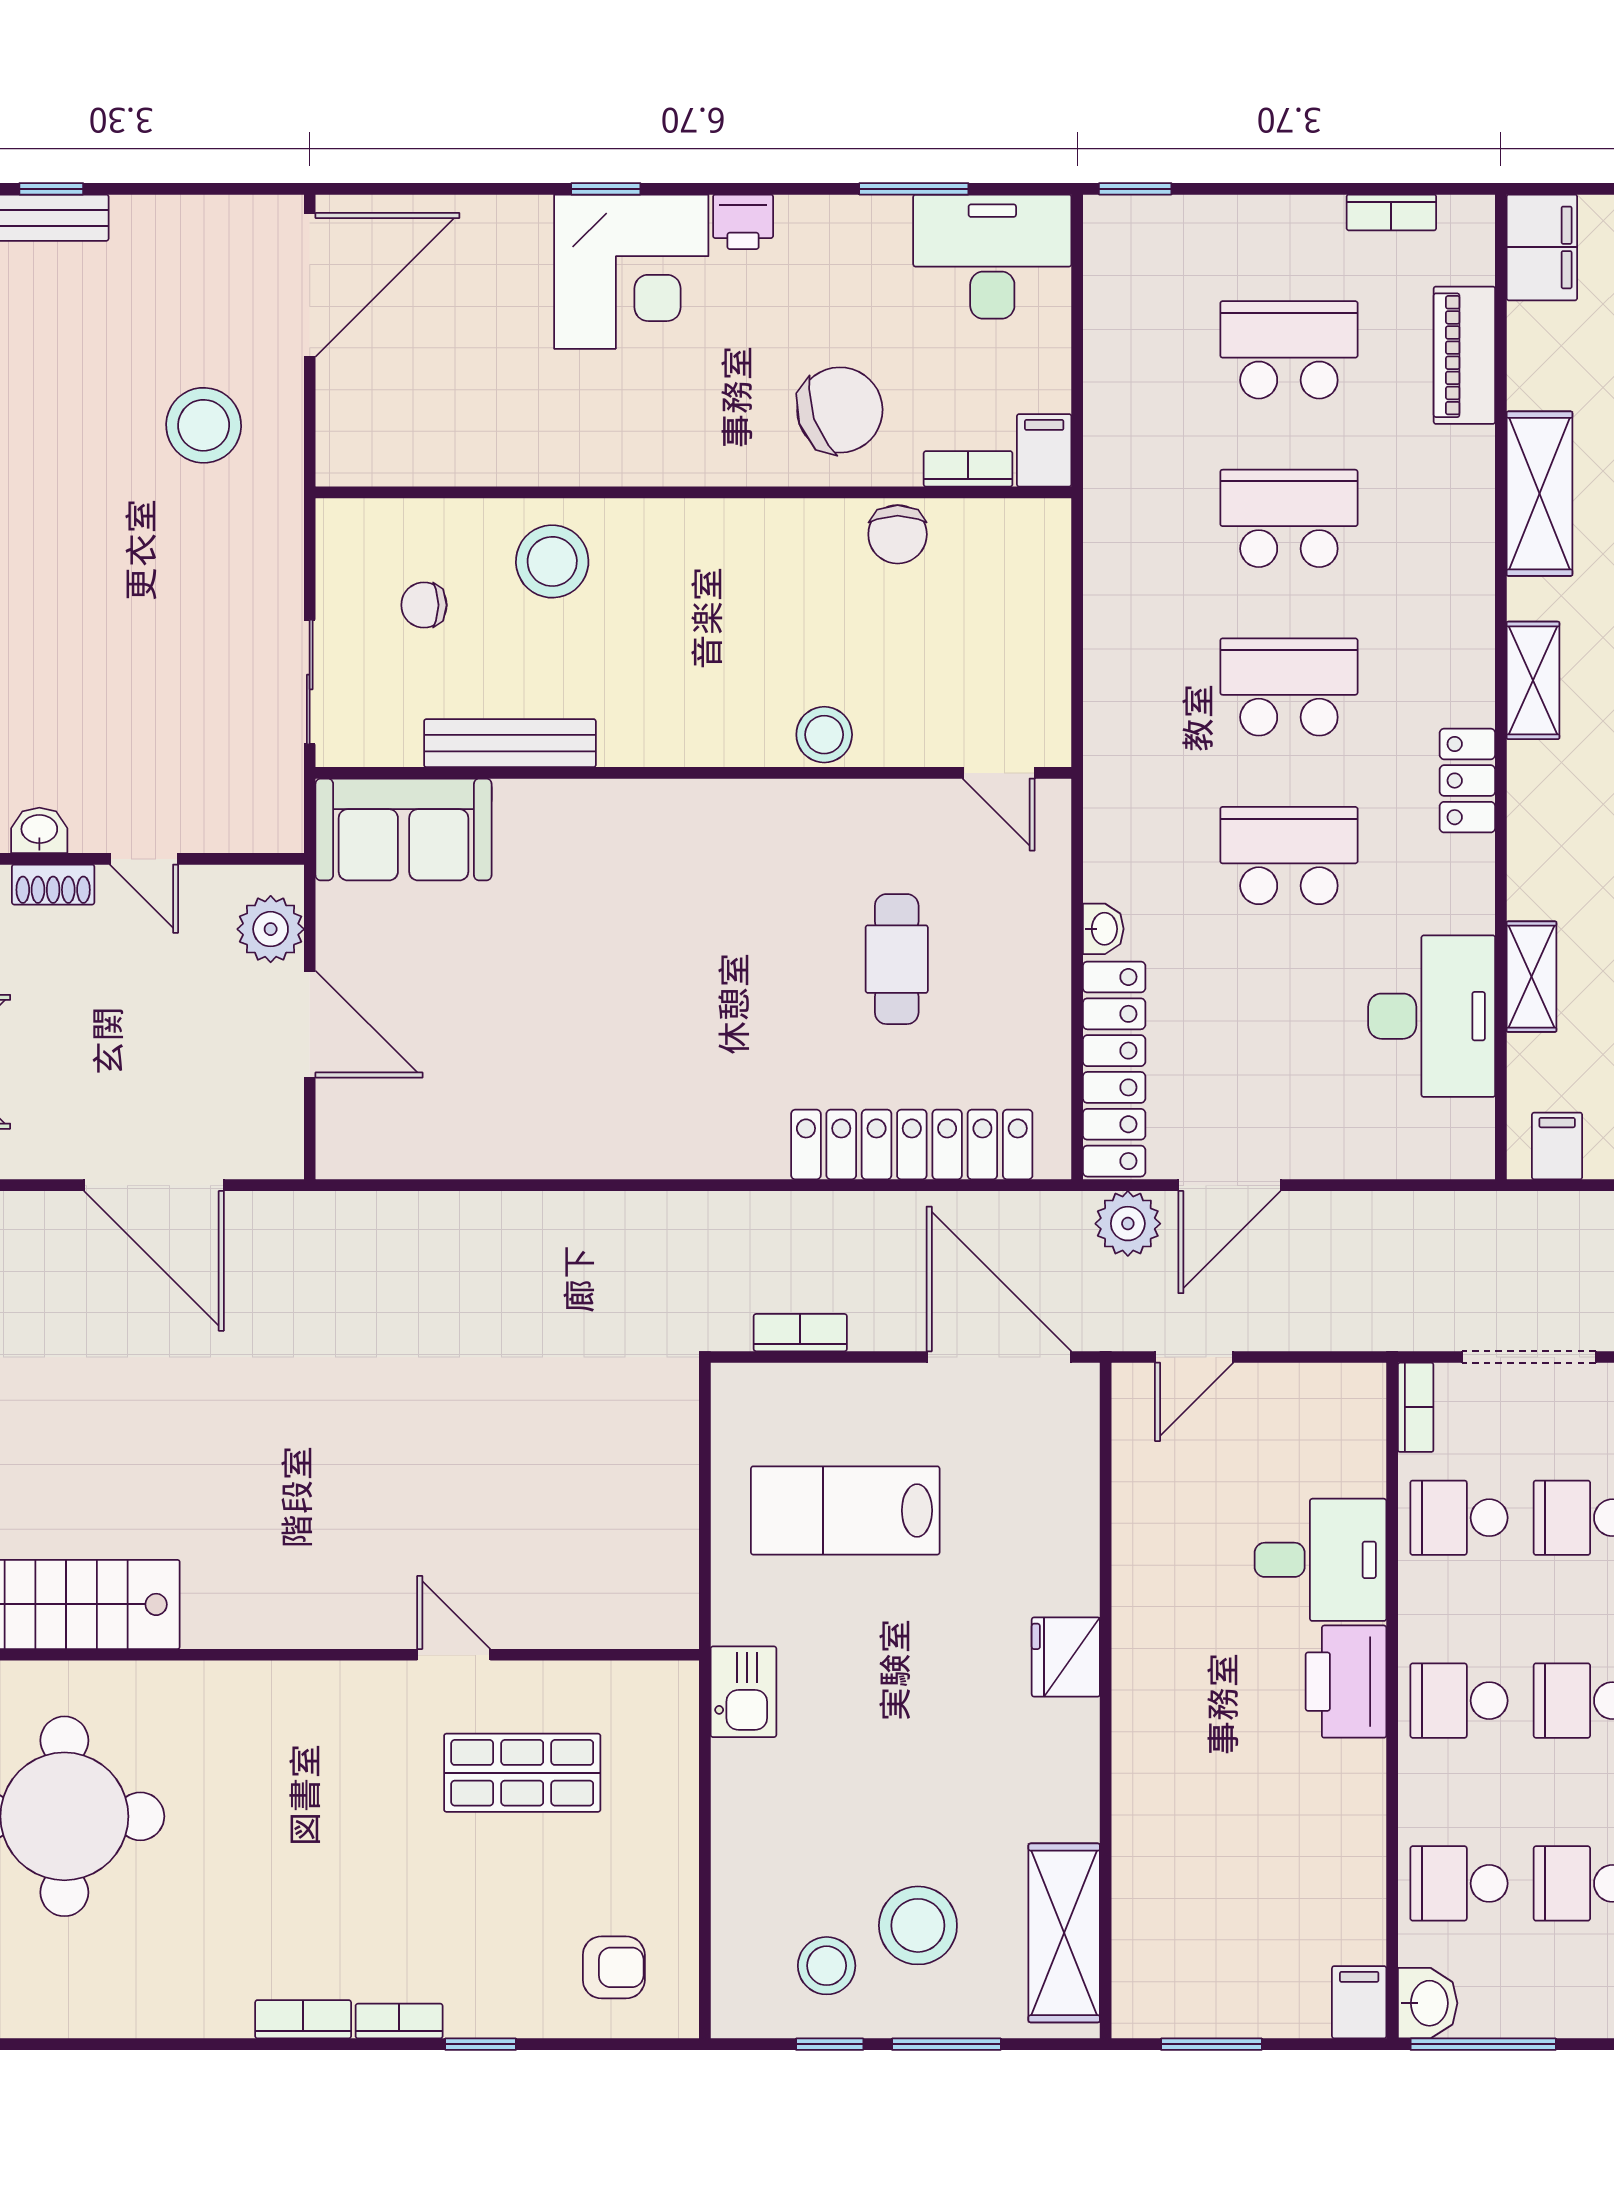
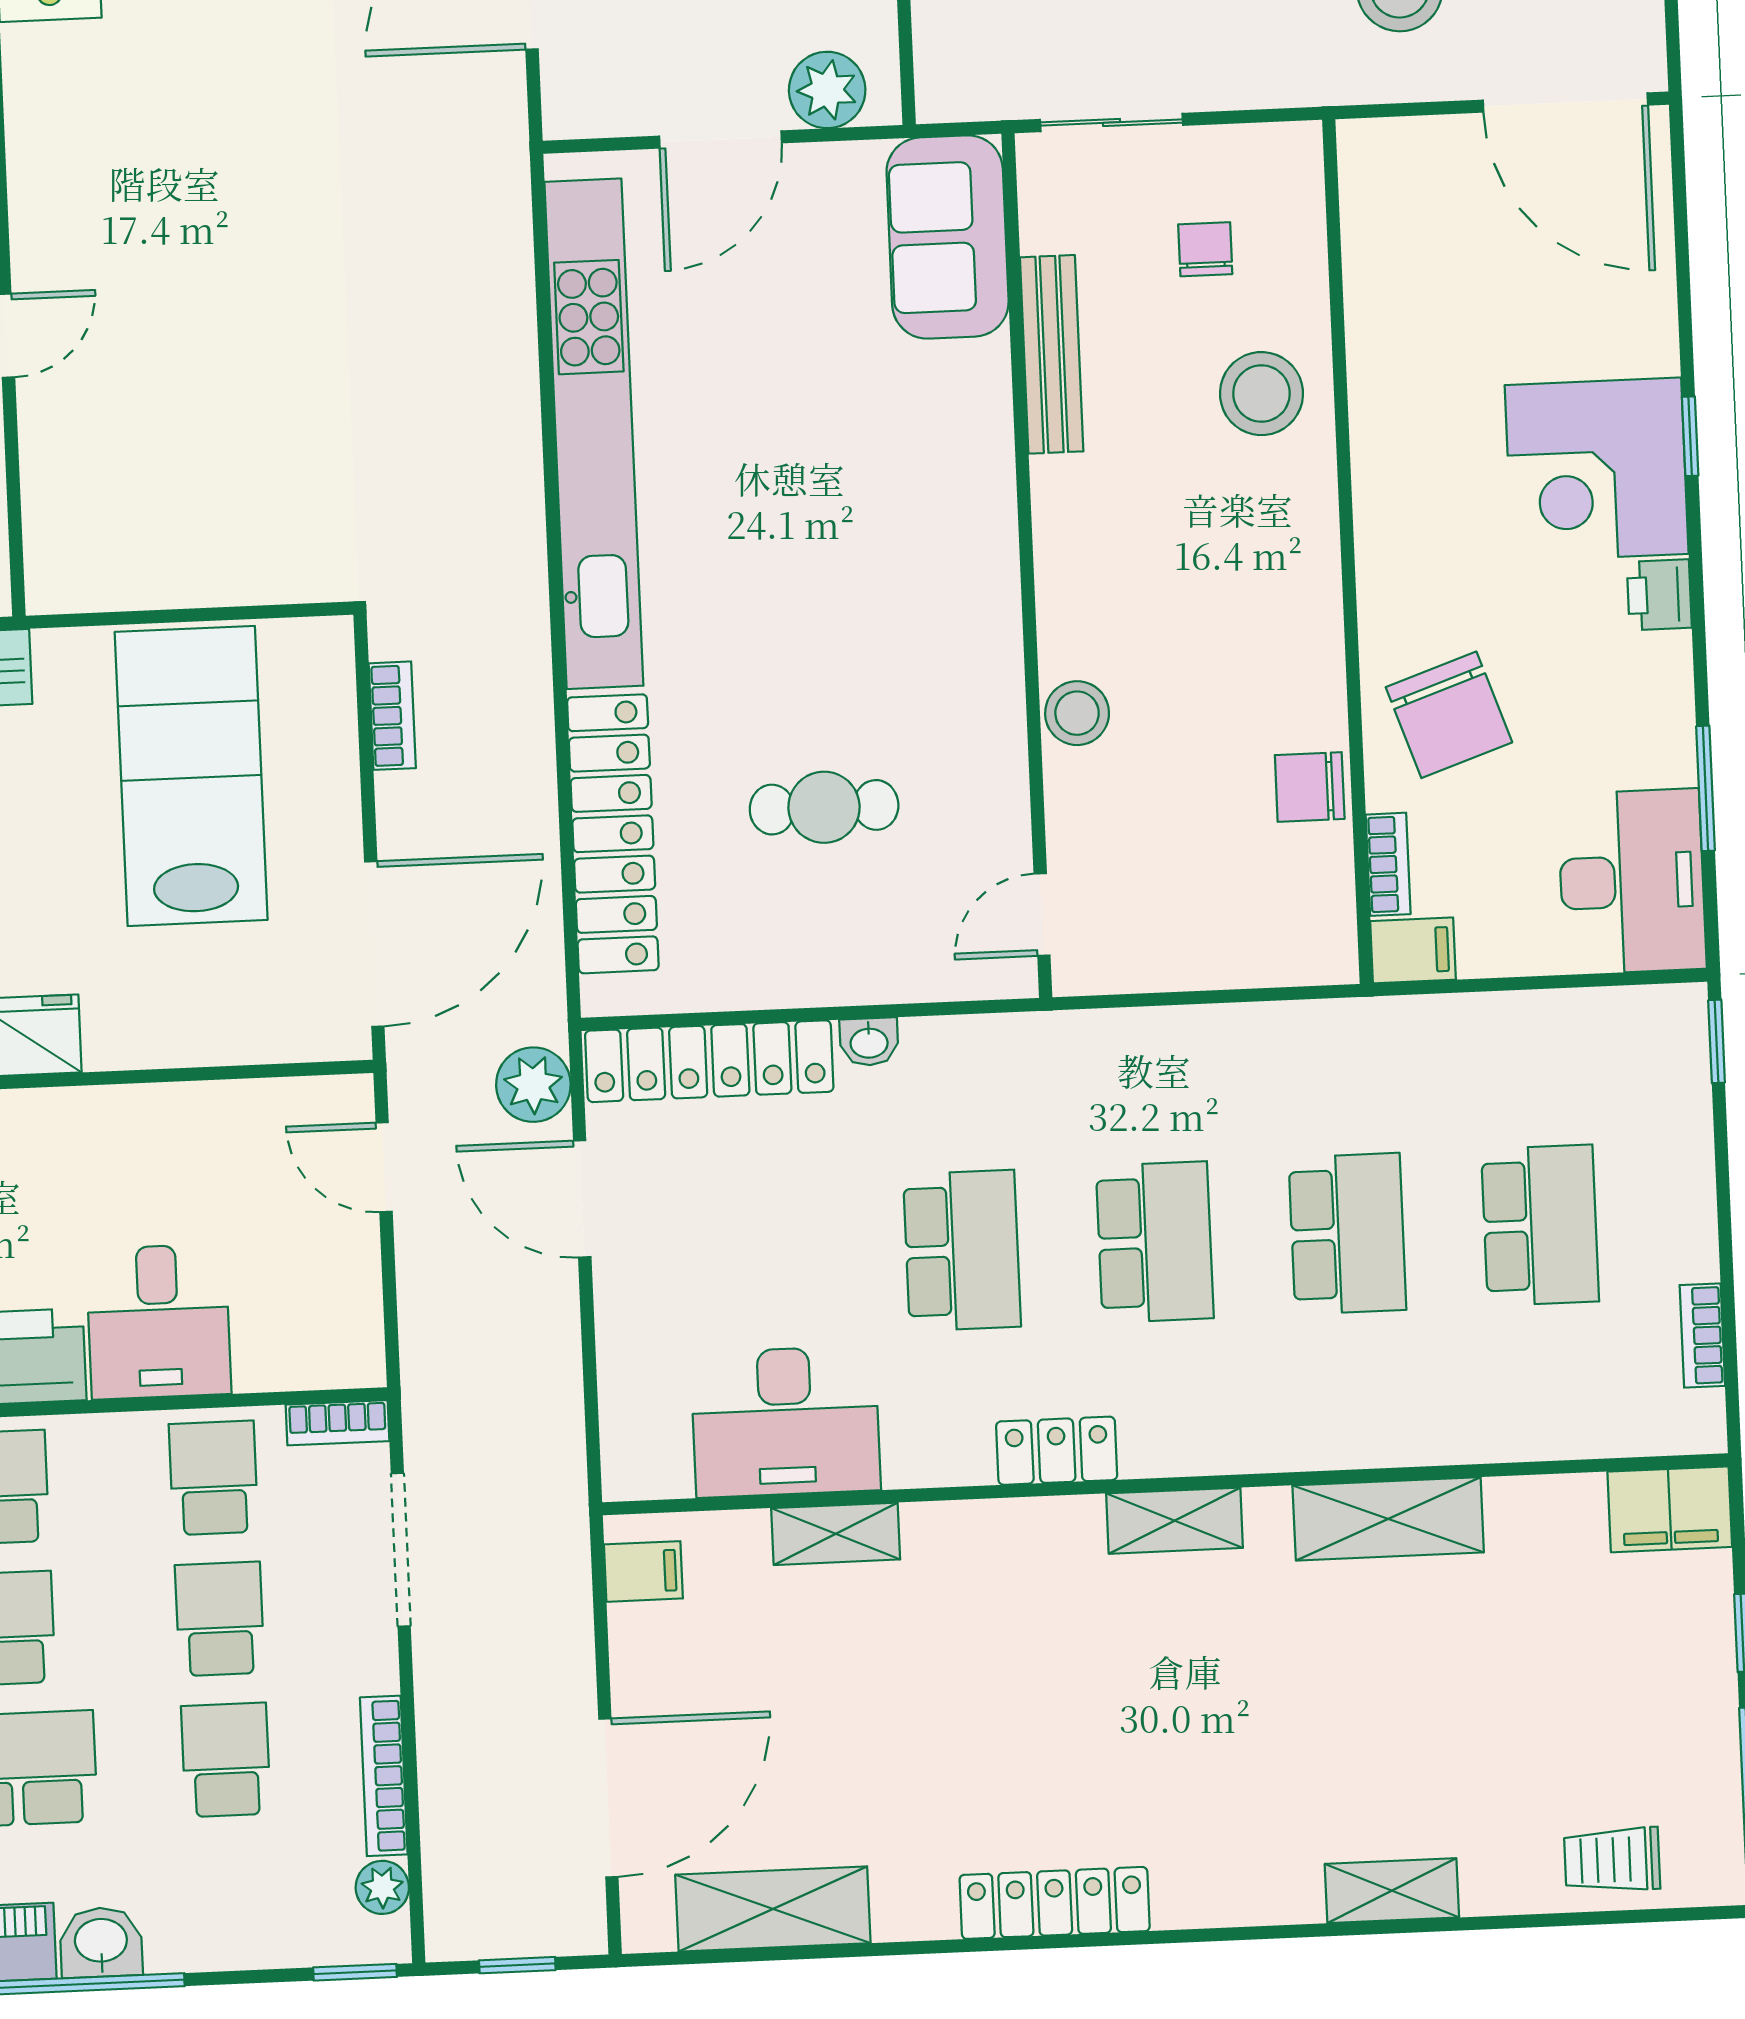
piano: (1464, 355) -> (1543, 1426), removed
kitchen unit: (562, 1146) -> (594, 434), added
lab bench: (845, 1510) -> (191, 776), width x1.36, depth x1.39

